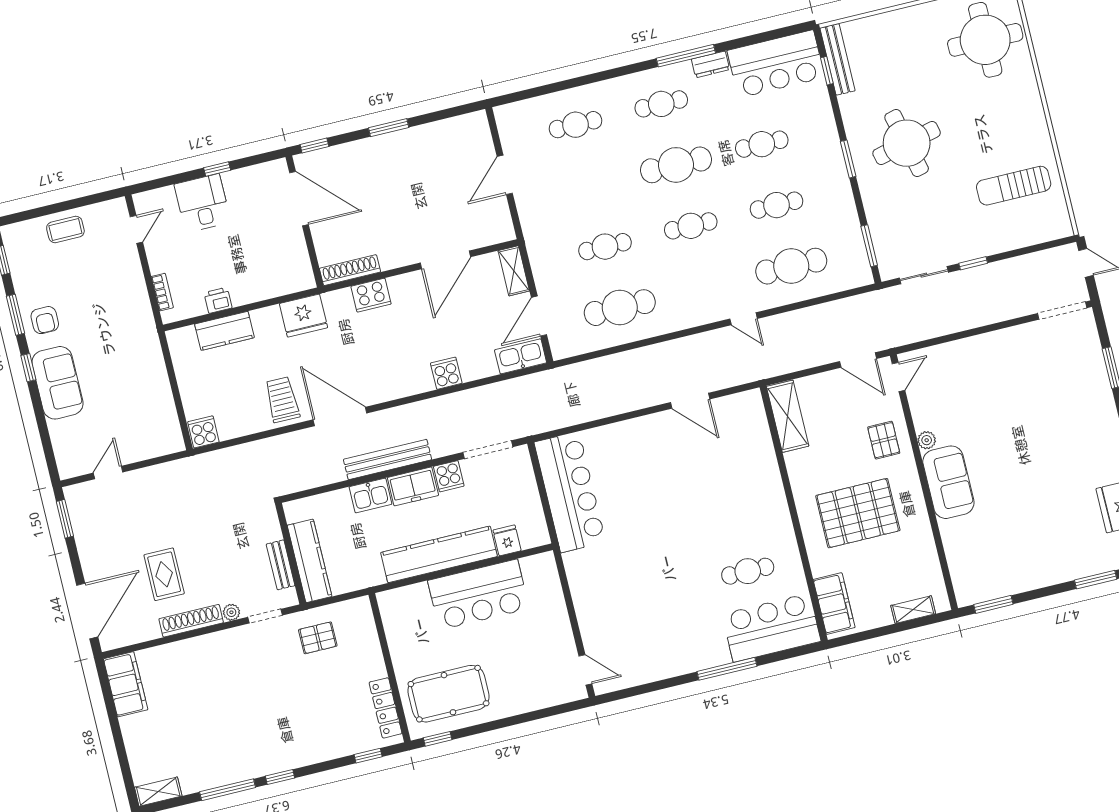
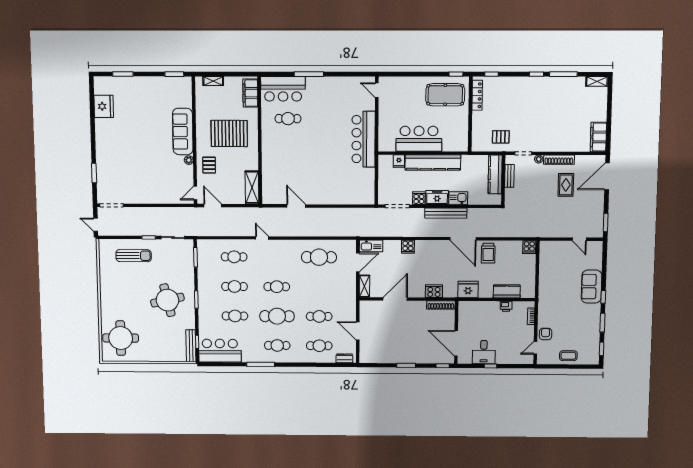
dresser: (710, 64) -> (344, 358), moved
door: (505, 175) -> (358, 331), swing flipped
sun lounger: (1014, 186) -> (134, 256), moved
desk: (202, 203) -> (484, 352), moved
cafe table: (605, 247) -> (319, 316), moved
cafe table: (791, 266) -> (234, 257), width x0.73, depth x0.74
armchair: (45, 320) -> (546, 334), moved
door: (108, 473) -> (579, 239), hinge flipped
sofa: (948, 482) -> (183, 132), width x1.36
bar counter: (570, 492) -> (364, 139), moved

